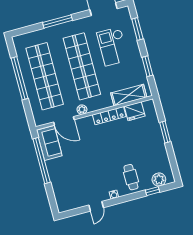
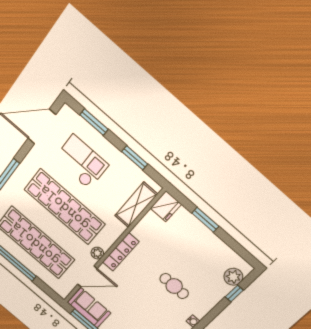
checkout: (113, 46) -> (81, 162), turned 180
fridge: (135, 111) -> (166, 206), moved
locker: (109, 116) -> (121, 252), moved
cafe table: (131, 177) -> (174, 286), moved

